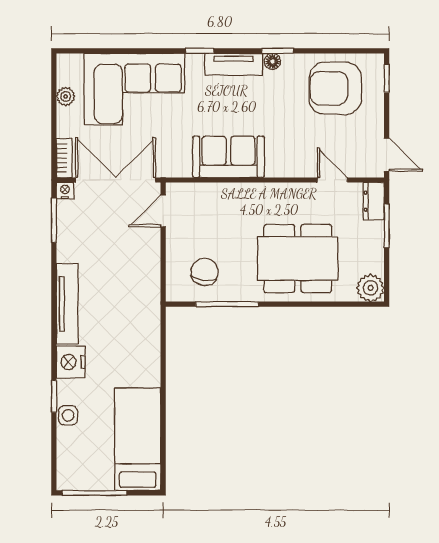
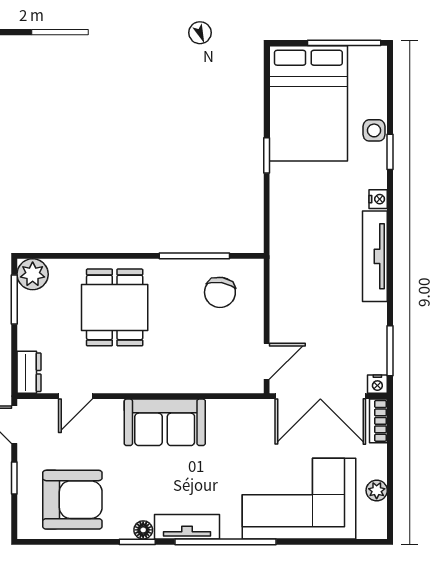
window: (200, 51) -> (225, 542), width x3.17
window: (387, 78) -> (14, 478), moved
sofa: (228, 157) -> (165, 422), moved
door: (332, 180) -> (76, 396), hinge flipped
window: (387, 226) -> (14, 300), moved
dining table: (298, 259) -> (115, 307), width x0.73
nightstand: (71, 362) -> (378, 199), width x0.53, depth x0.56
window: (163, 393) -> (267, 155), added
bed: (138, 439) -> (308, 103), width x1.50

